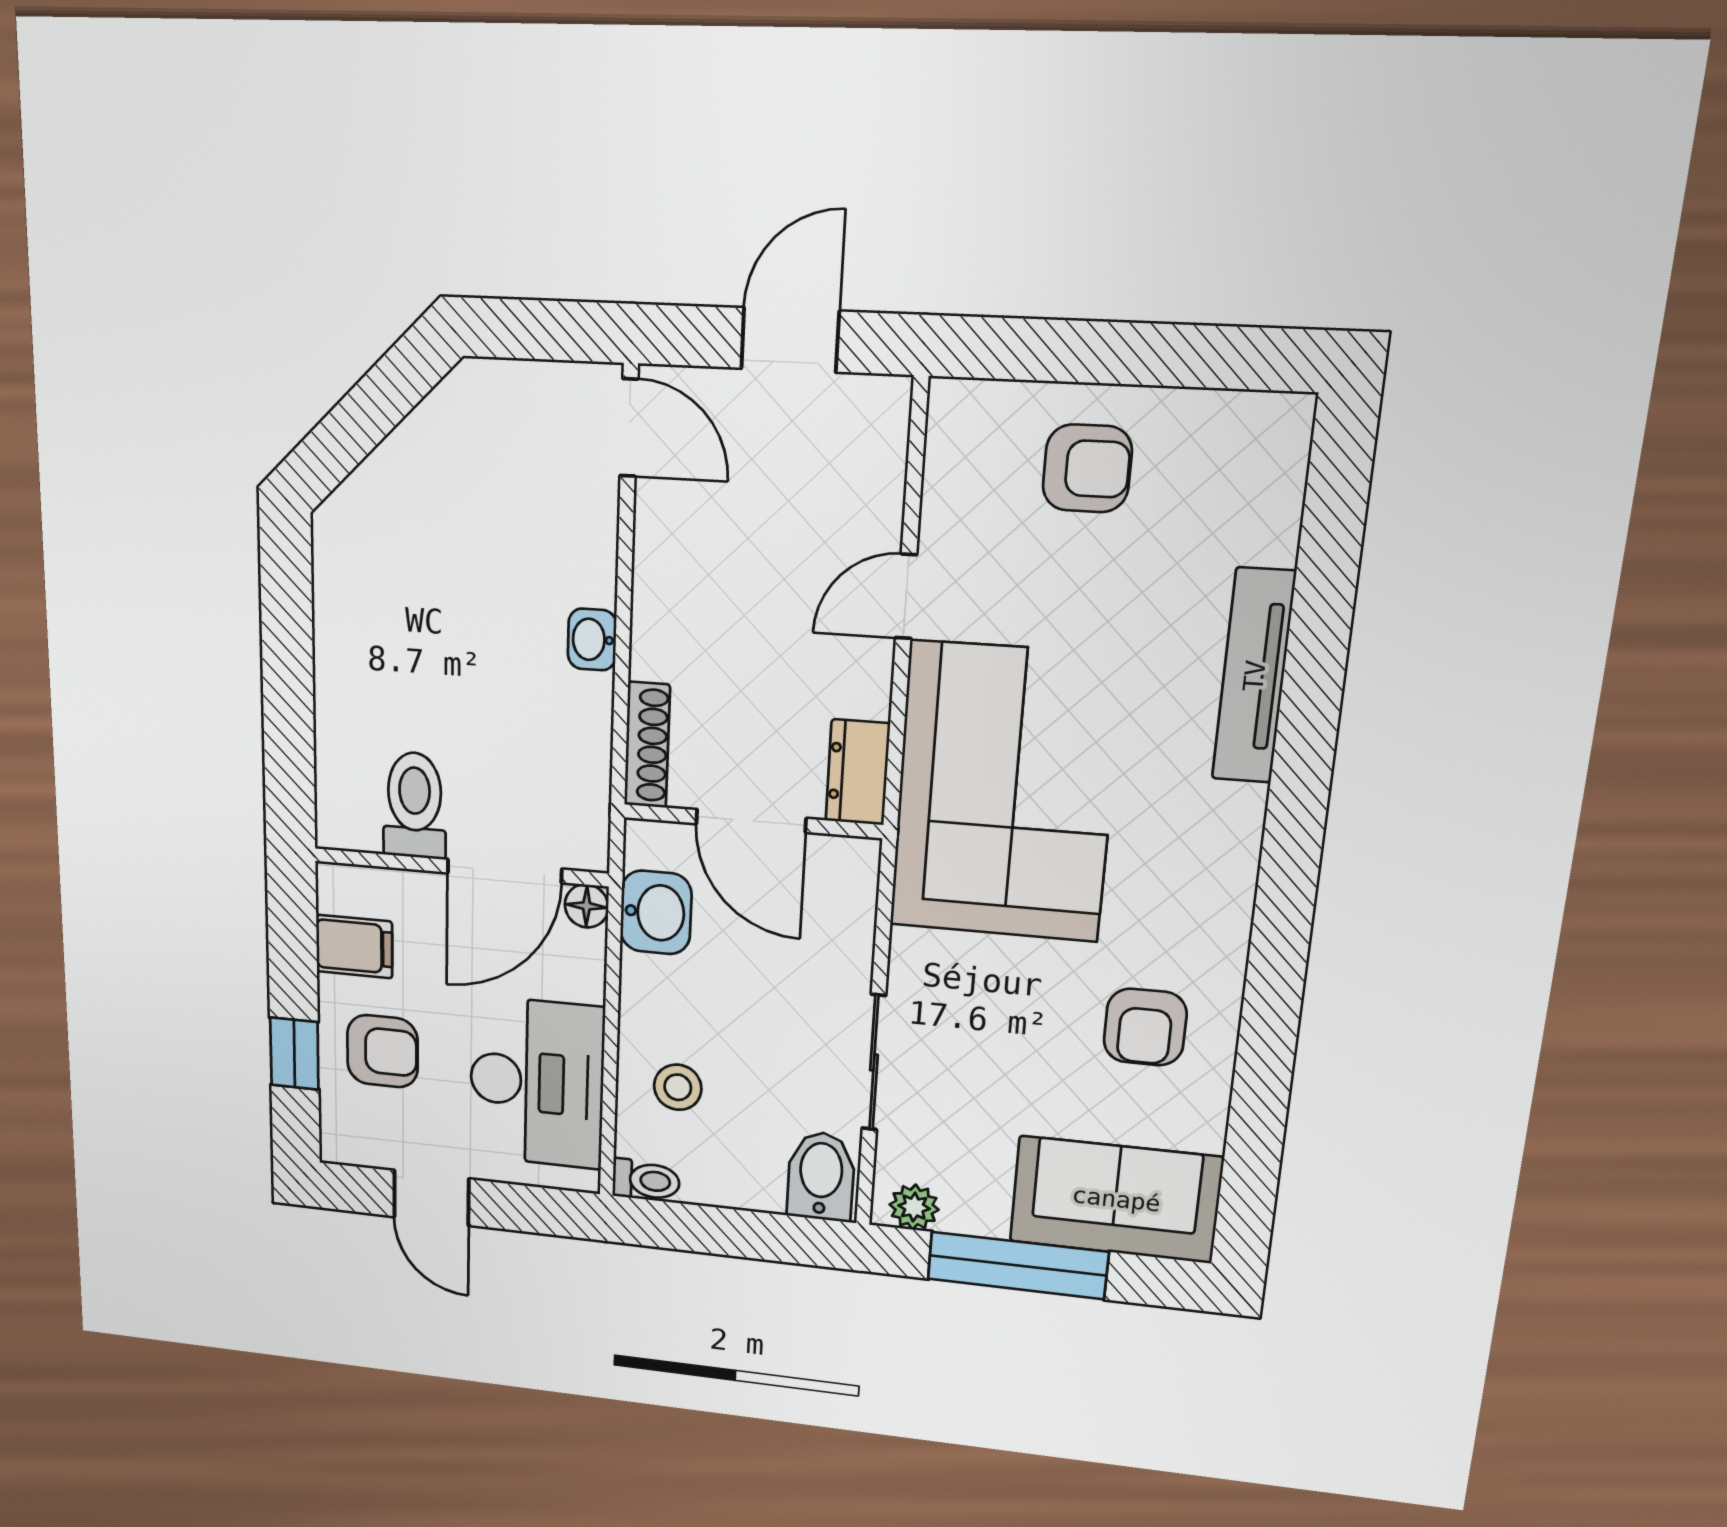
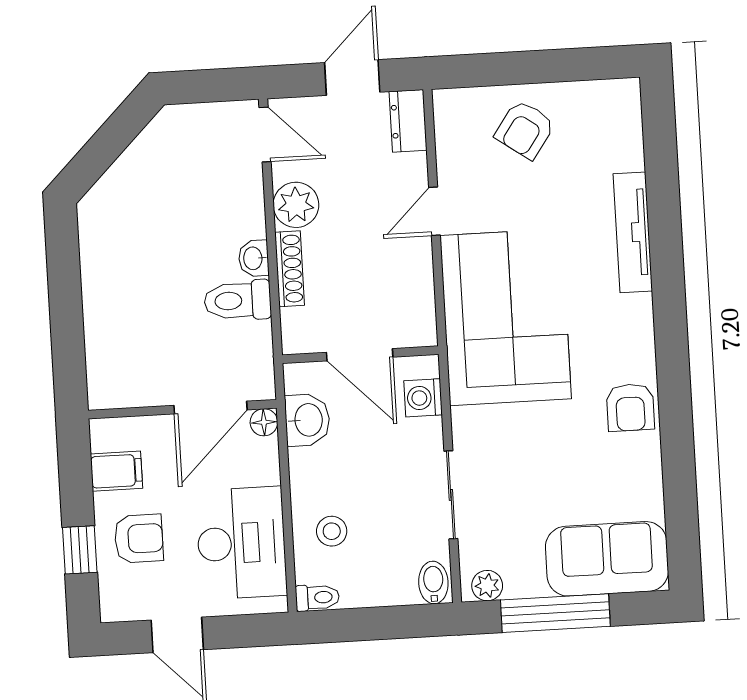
armchair: (1087, 468) -> (525, 130), turned 125
plant: (670, 557) -> (296, 205), added
shoe rack: (647, 745) -> (290, 269), moved
dresser: (858, 772) -> (408, 121), moved
toilet: (415, 805) -> (238, 300), moved, turned -90
washing machine: (848, 905) -> (423, 398), added
armchair: (1145, 1027) -> (630, 407), moved
bidet: (821, 1176) -> (433, 583), width x0.72, depth x0.74

